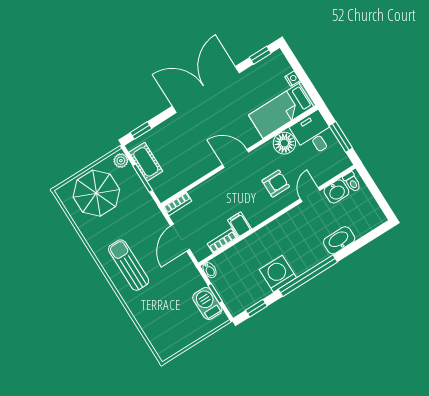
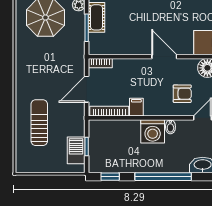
bookcase: (222, 241) -> (109, 111), width x1.56
sun lounger: (129, 265) -> (39, 123), moved
bidet: (210, 270) -> (170, 127), moved
washing machine: (278, 274) -> (153, 131), moved, turned 180

